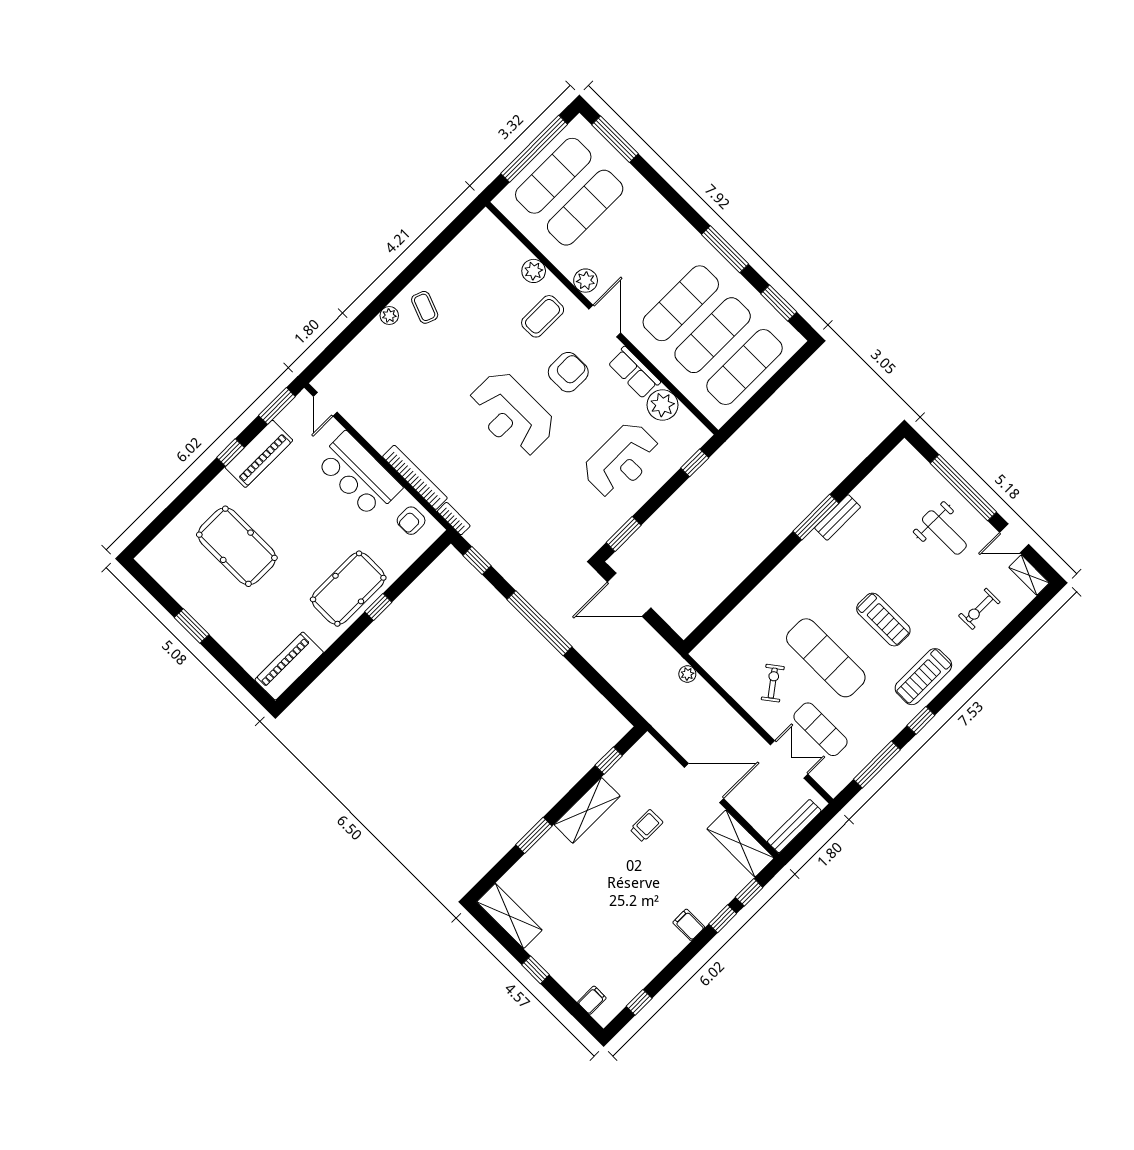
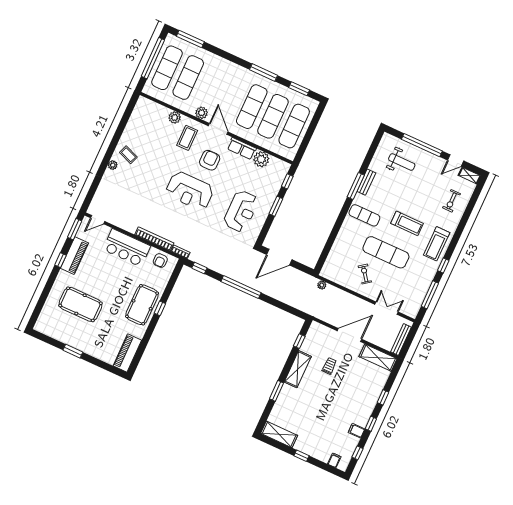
door: (325, 404) -> (98, 220), hinge flipped
reception desk: (621, 460) -> (241, 211), moved
weight bench: (944, 532) -> (402, 162), moved
window: (624, 534) -> (276, 206), moved
exercise mat: (821, 729) -> (364, 215), moved
window: (749, 892) -> (371, 424), moved
filing cabinet: (689, 925) -> (356, 431), moved

